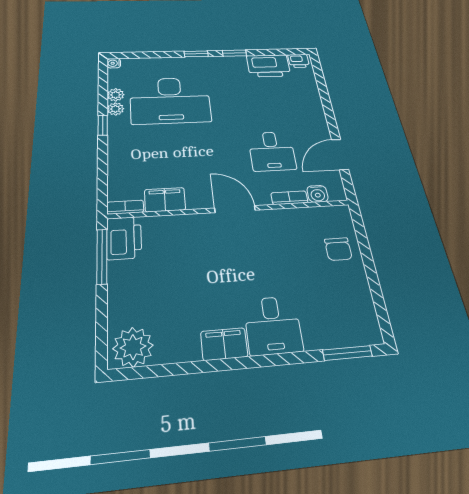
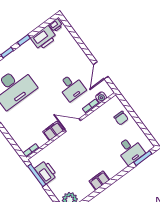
filing cabinet: (165, 200) -> (53, 131), moved
printer: (124, 238) -> (46, 172), moved
desk: (273, 325) -> (130, 150), moved

